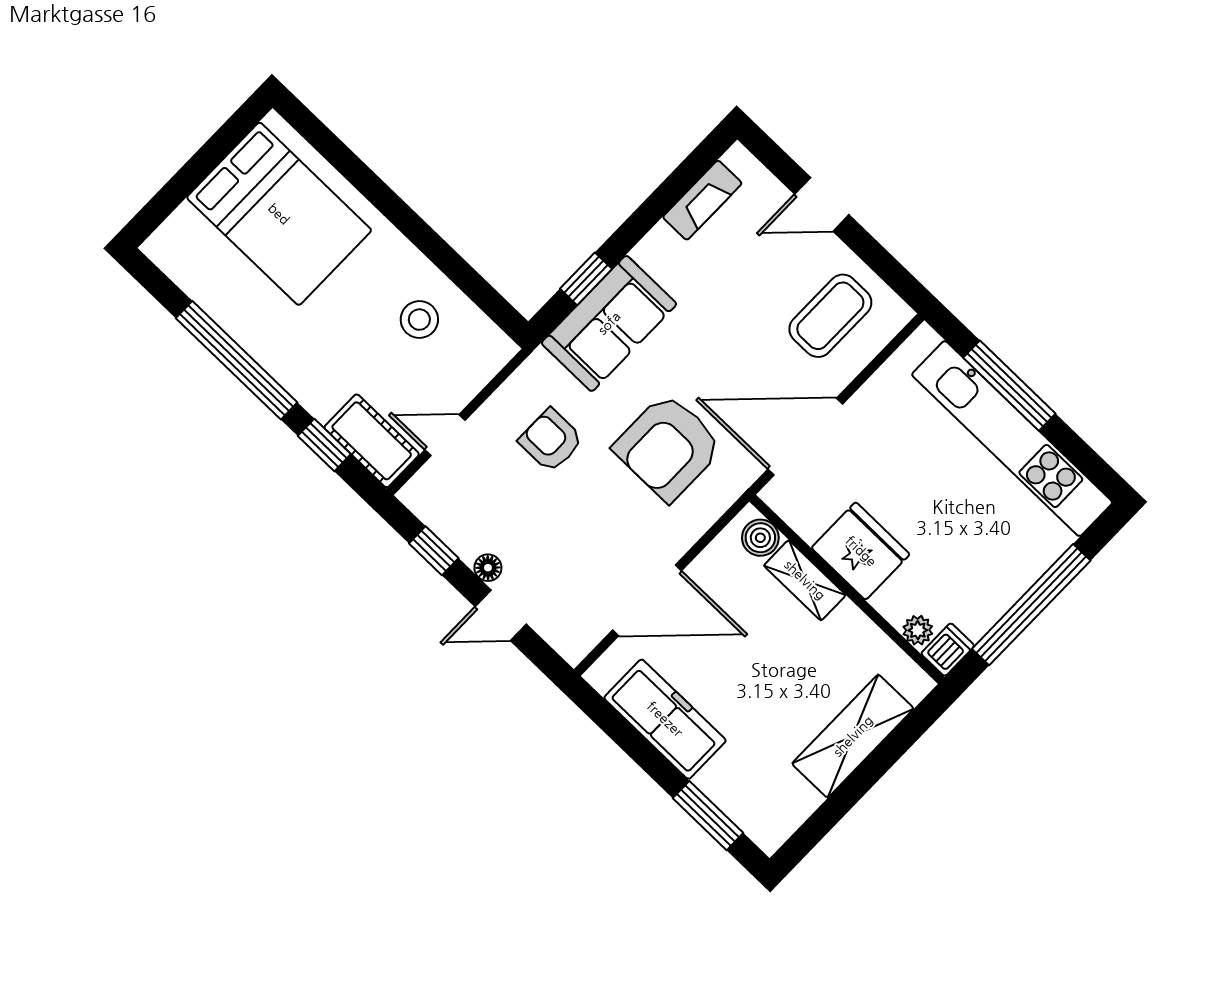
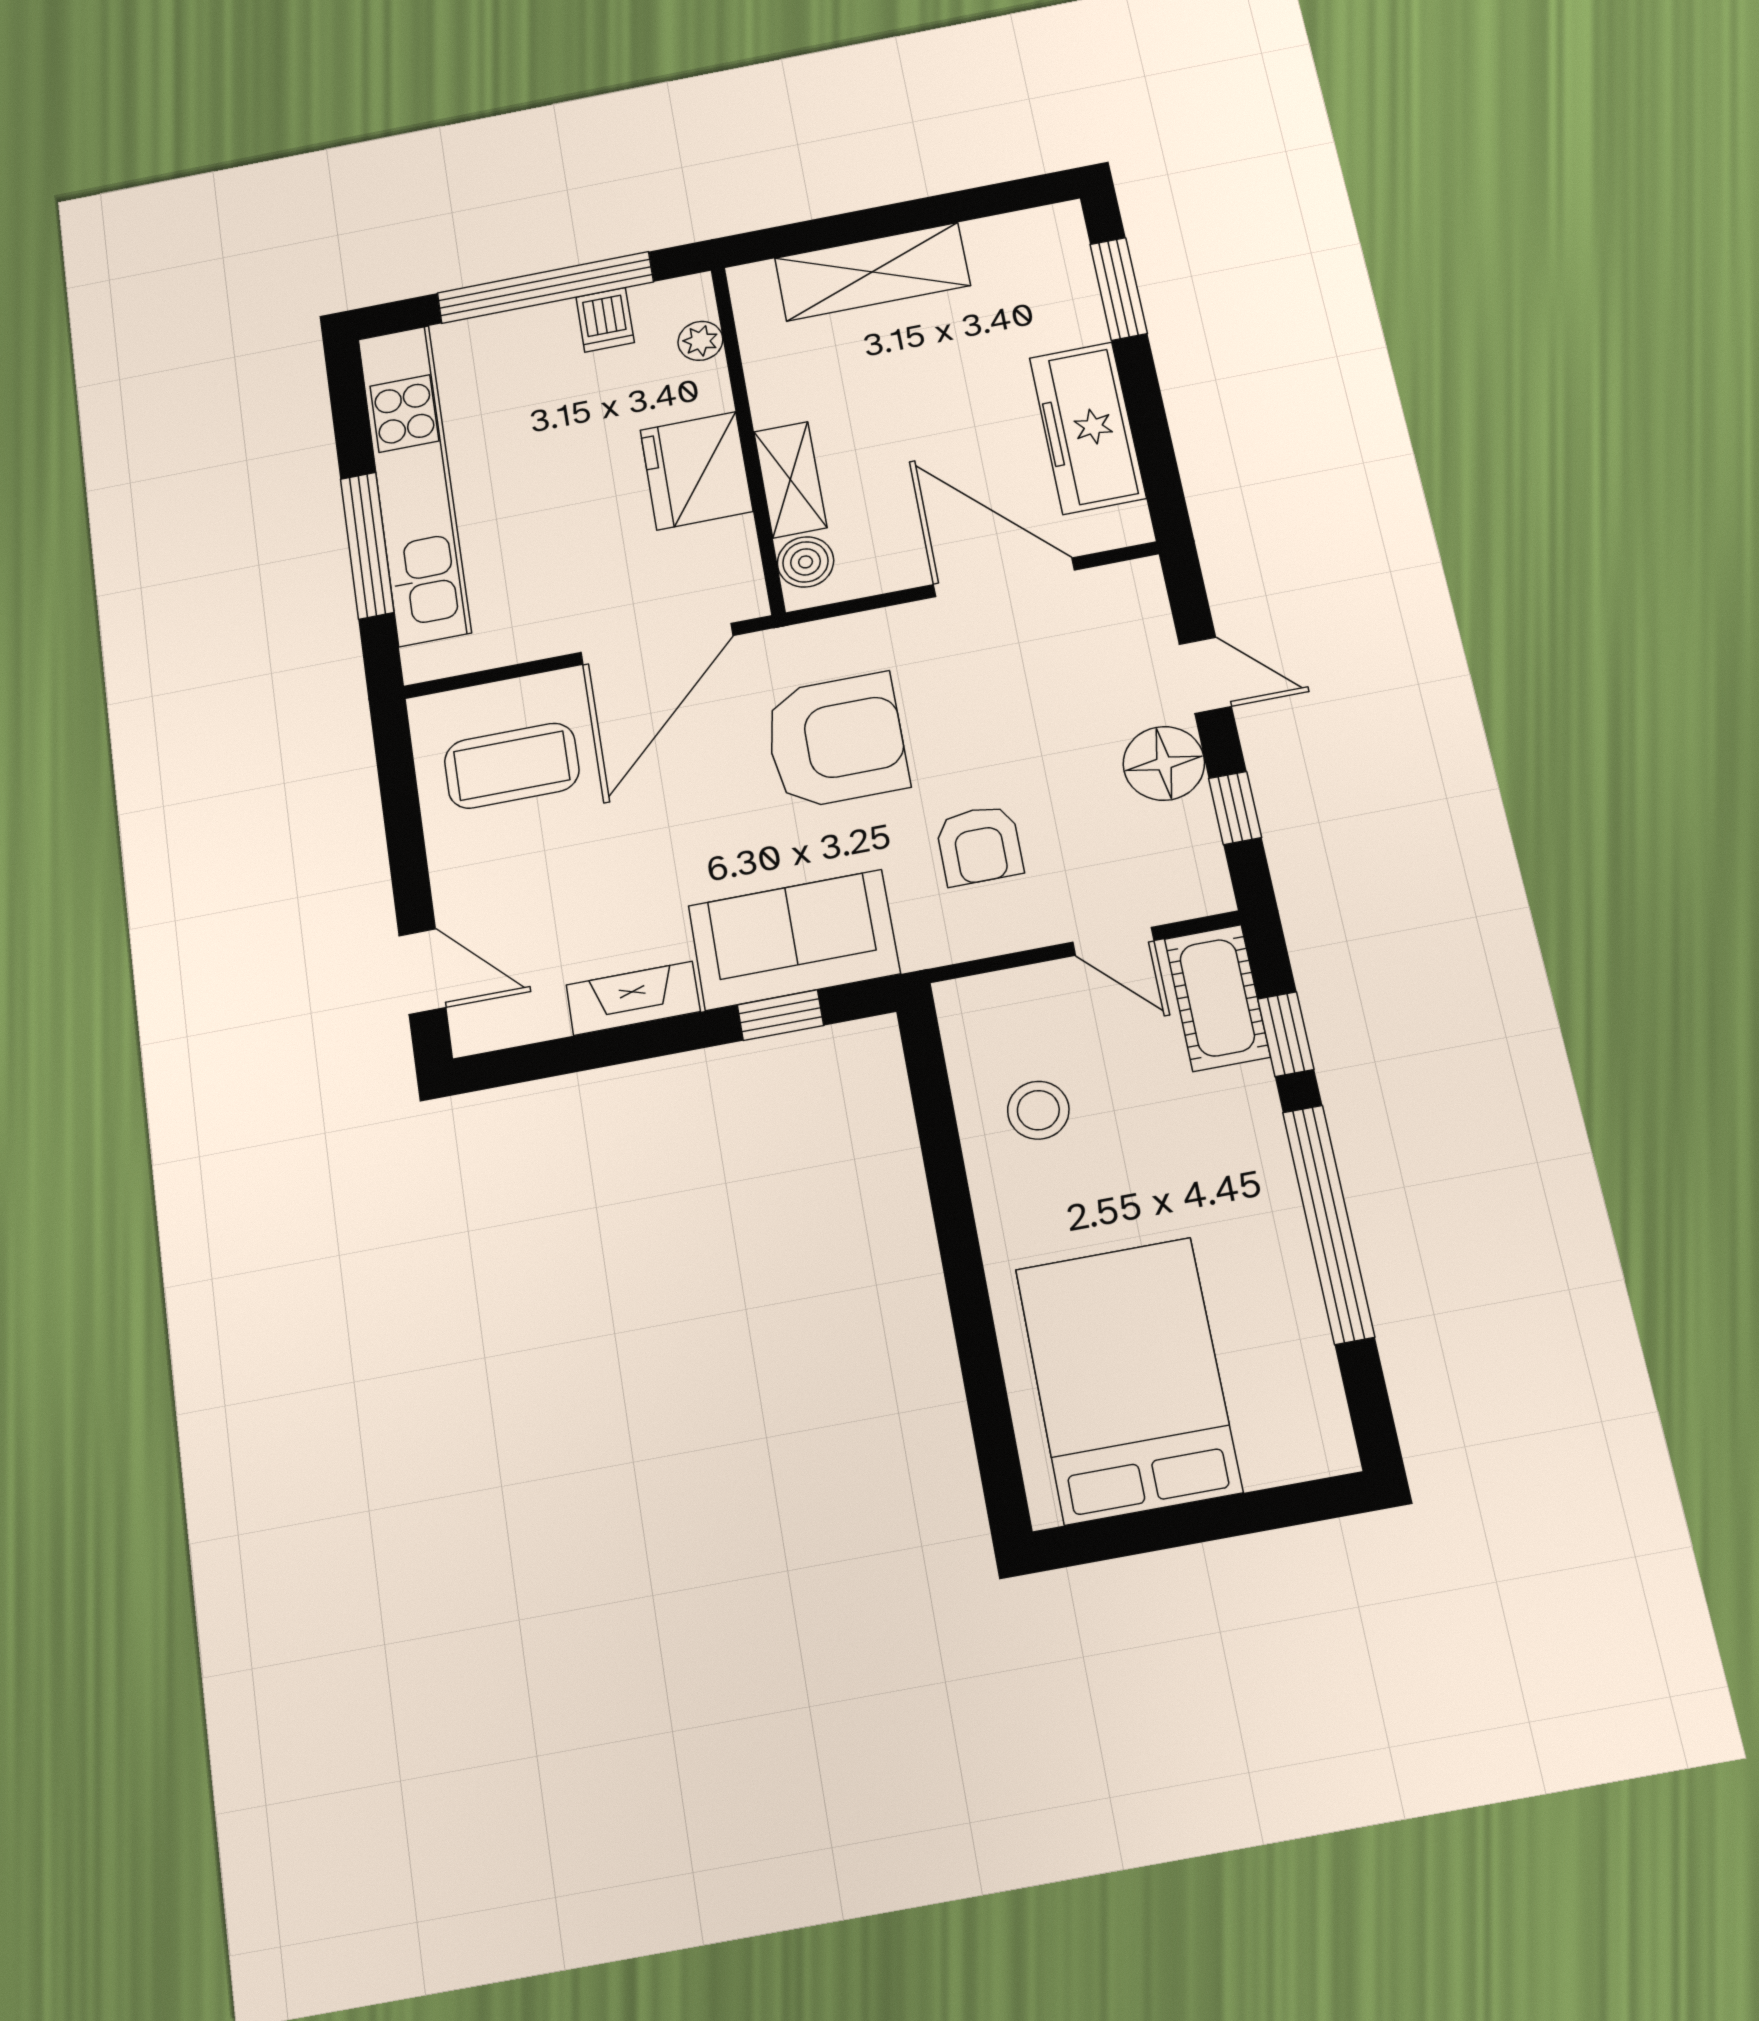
fireplace: (702, 200) -> (633, 998), moved
door: (822, 204) -> (422, 971), moved
door: (805, 437) -> (657, 644), hinge flipped
floor lamp: (488, 568) -> (1164, 763), width x1.89, depth x1.89
dishwasher: (948, 650) -> (605, 320), moved, turned -90

